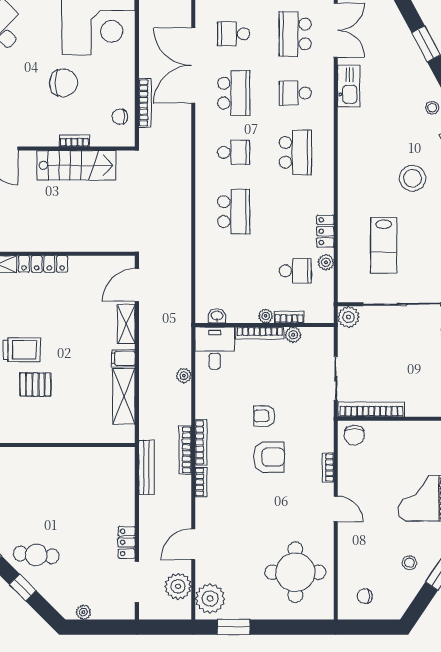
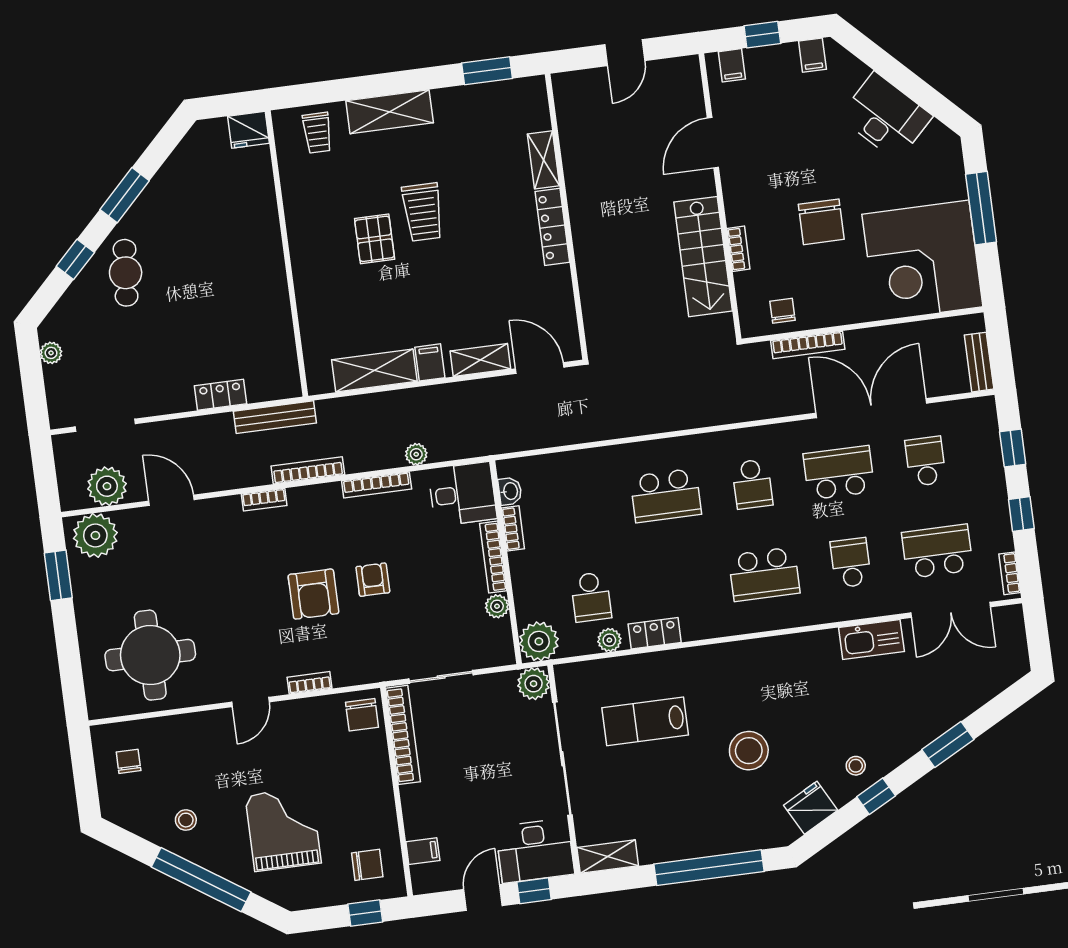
school desk: (234, 93) -> (839, 473), turned 180
plant: (266, 316) -> (539, 641), moved, width x1.87, depth x1.87
bookcase: (289, 317) -> (513, 528), moved
chair: (354, 435) -> (362, 715), turned -90
bookcase: (201, 442) -> (377, 485), moved
locker: (127, 542) -> (220, 395), moved

